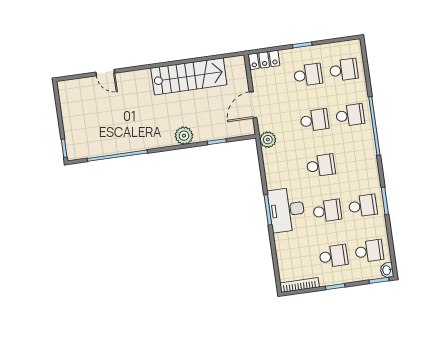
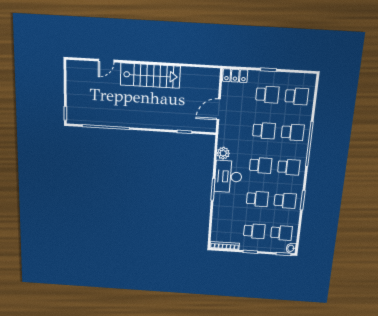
door: (105, 73) -> (106, 61), hinge flipped
stairs: (189, 76) -> (150, 76), moved
plant: (184, 136) -> (160, 122), removed
plant: (268, 140) -> (223, 153), moved
school desk: (356, 160) -> (289, 167), added
desk: (286, 210) -> (228, 177), moved

